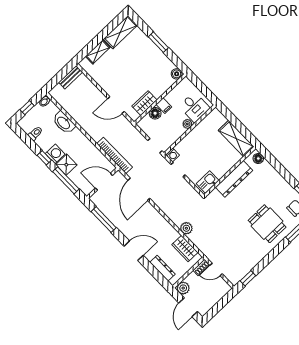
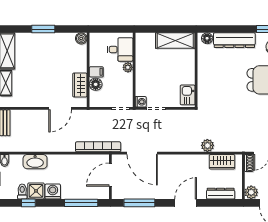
window: (44, 158) -> (28, 203), moved
shower: (66, 165) -> (36, 191), moved
dresser: (234, 179) -> (234, 40), moved, turned 90

